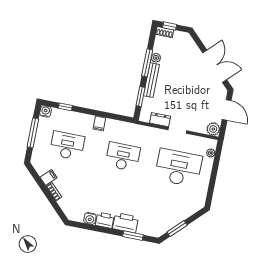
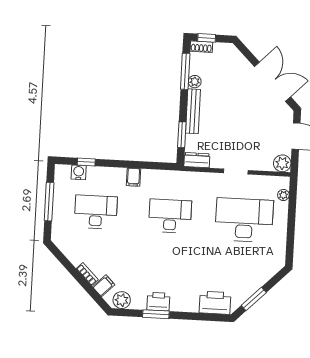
window: (147, 63) -> (185, 71), moved
water cooler: (46, 111) -> (79, 172), moved
dresser: (160, 120) -> (197, 160), moved
filing cabinet: (48, 177) -> (104, 286), moved
plant: (77, 215) -> (122, 300), added
water cooler: (90, 218) -> (139, 302), removed
printer: (126, 223) -> (215, 303), moved
window: (133, 236) -> (156, 314), moved

